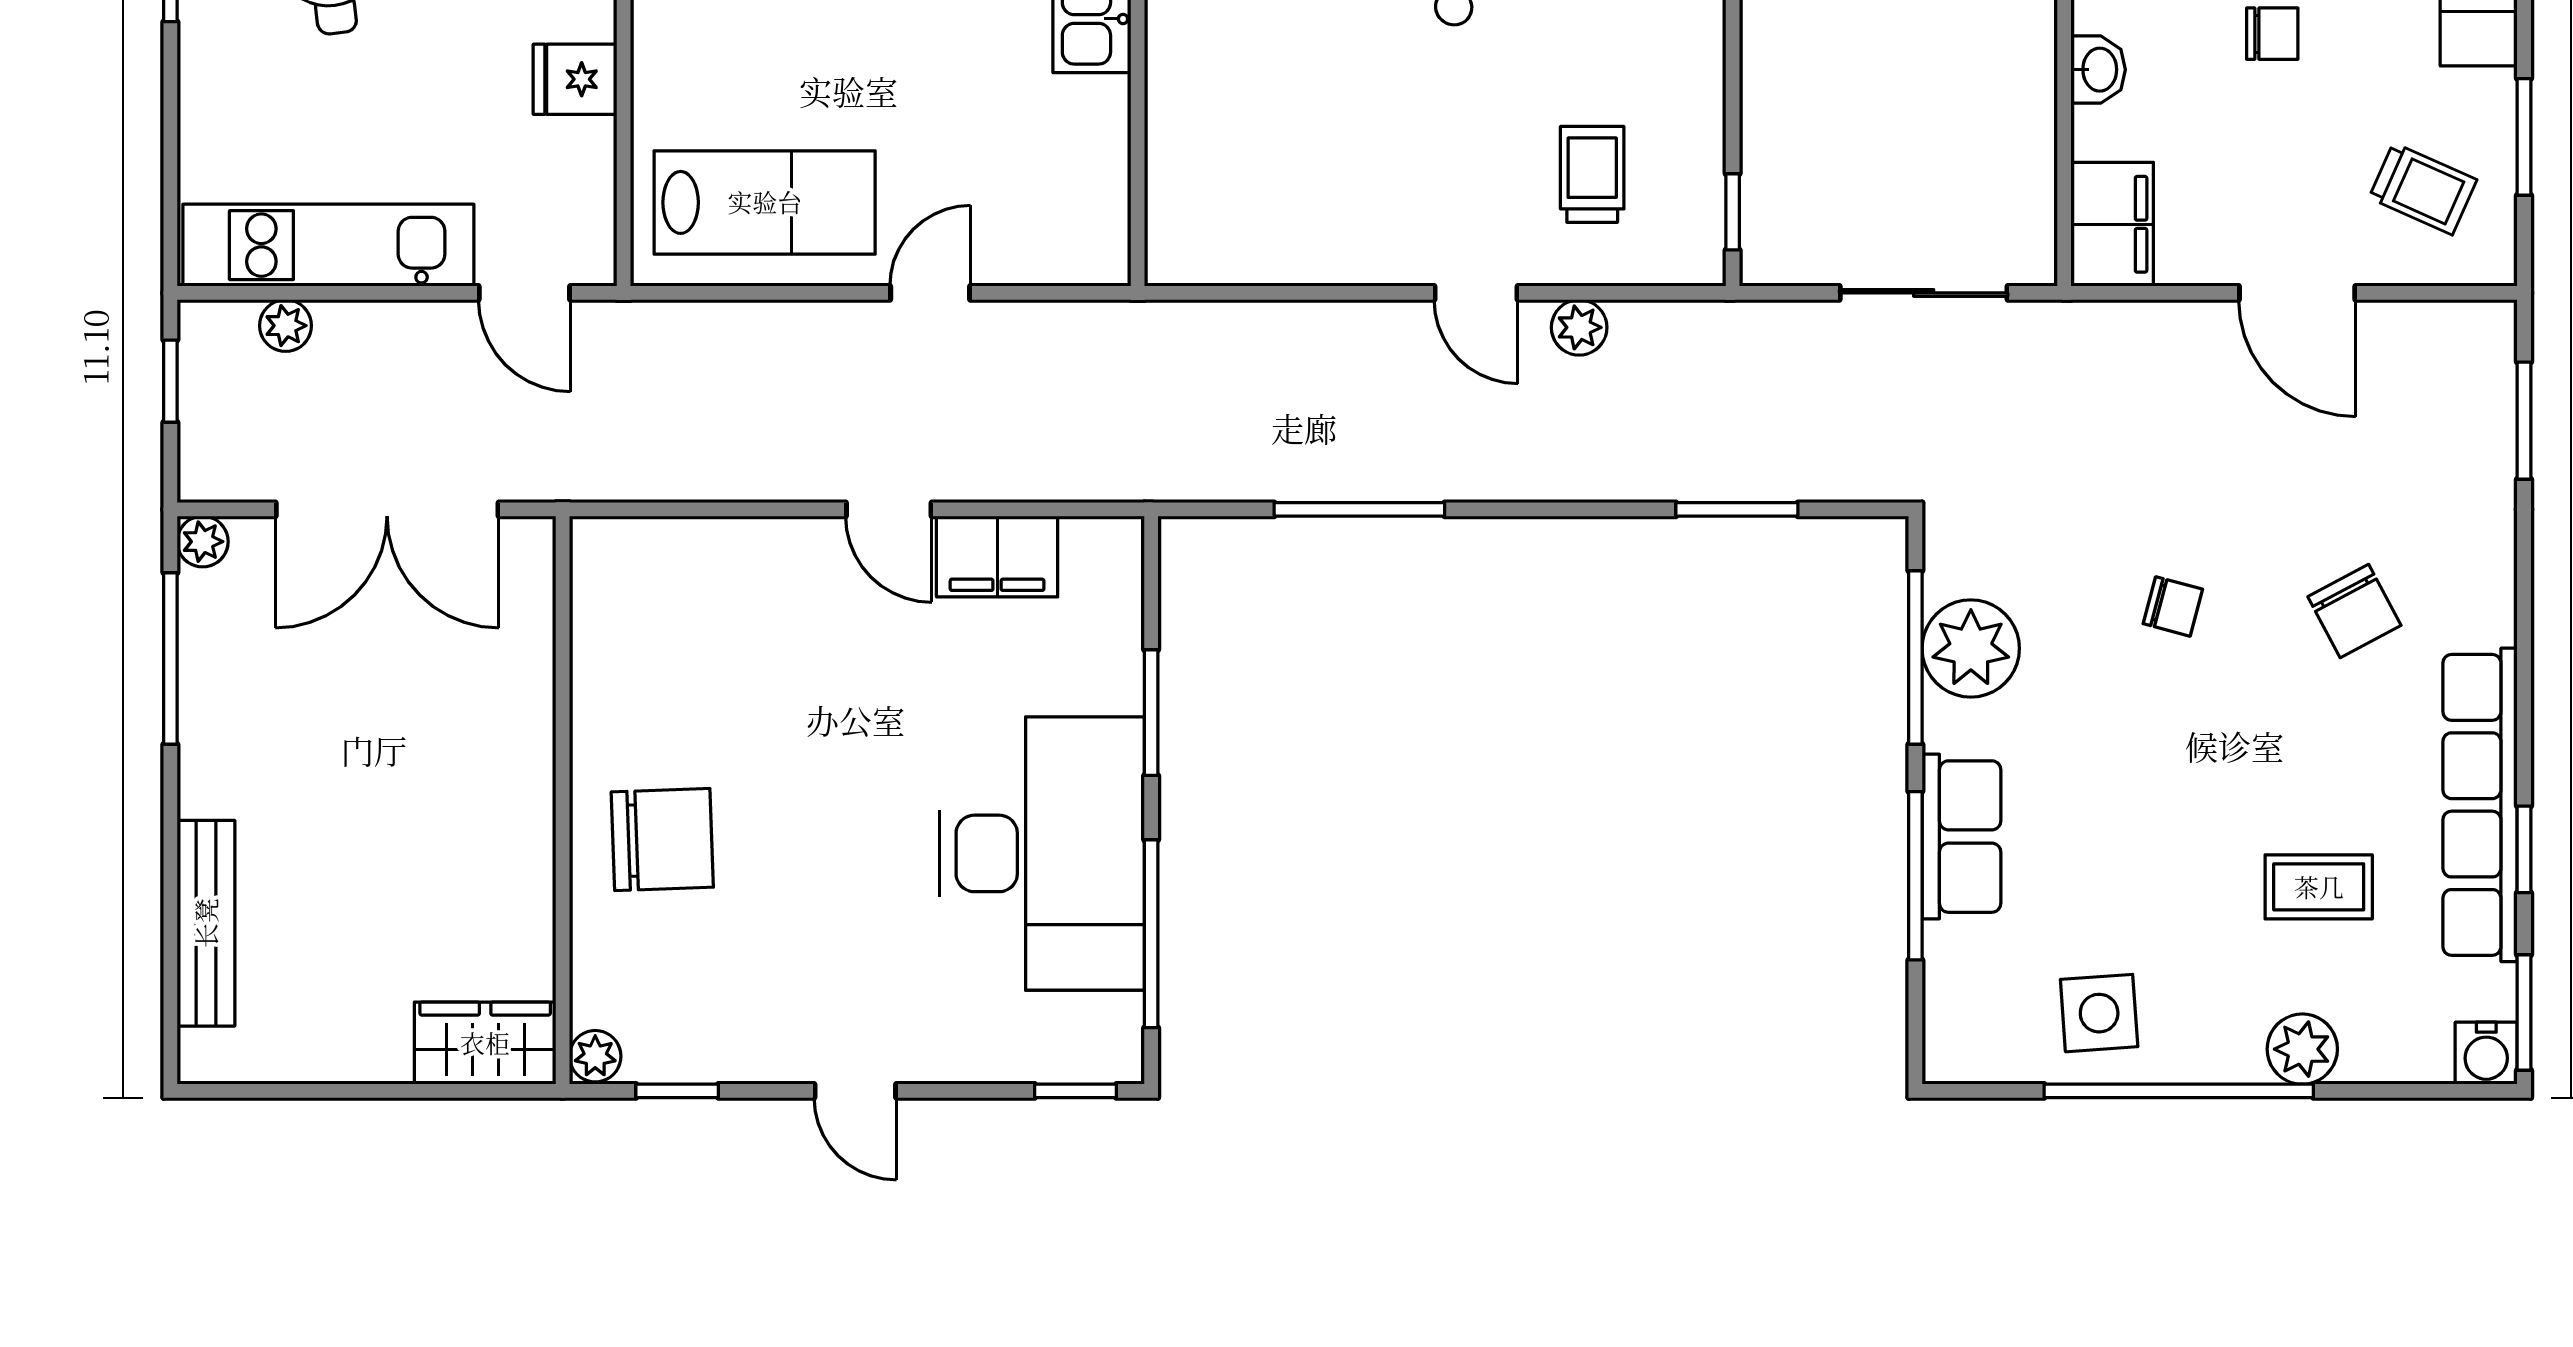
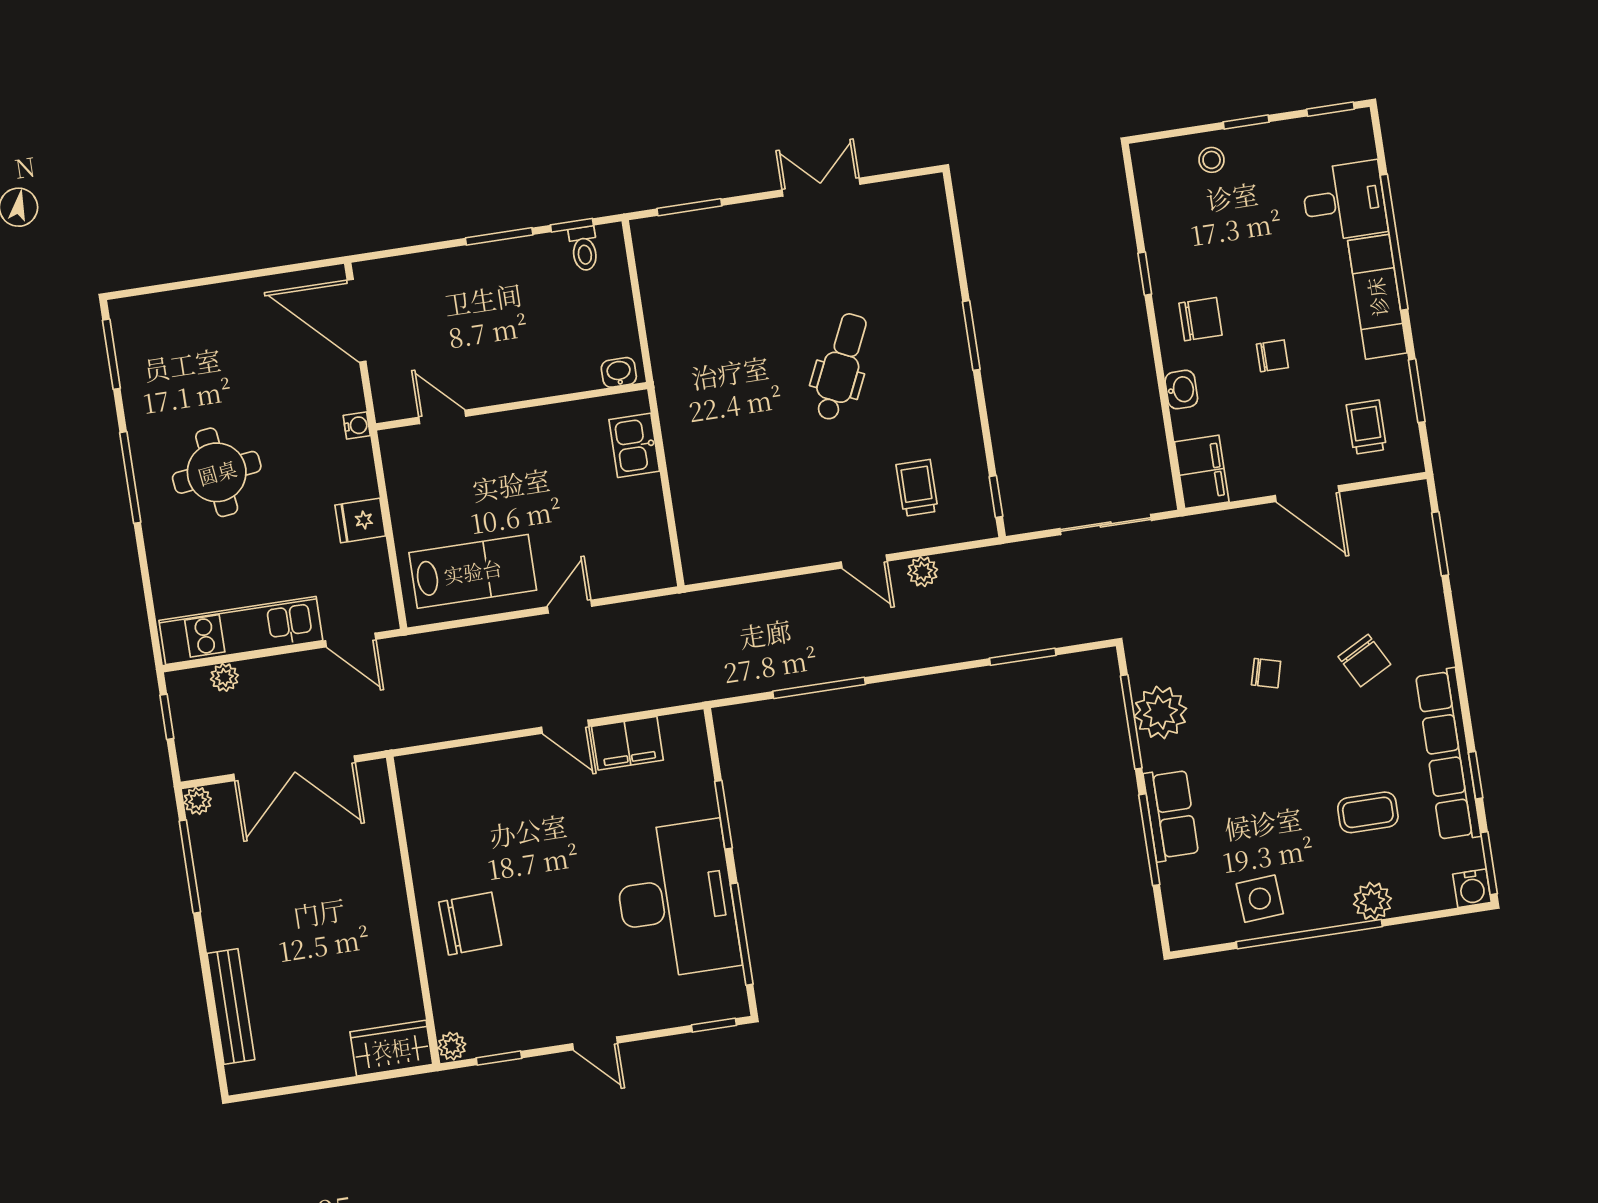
trolley: (2423, 189) -> (1366, 427), turned -114

